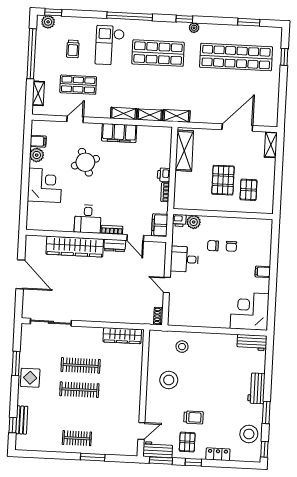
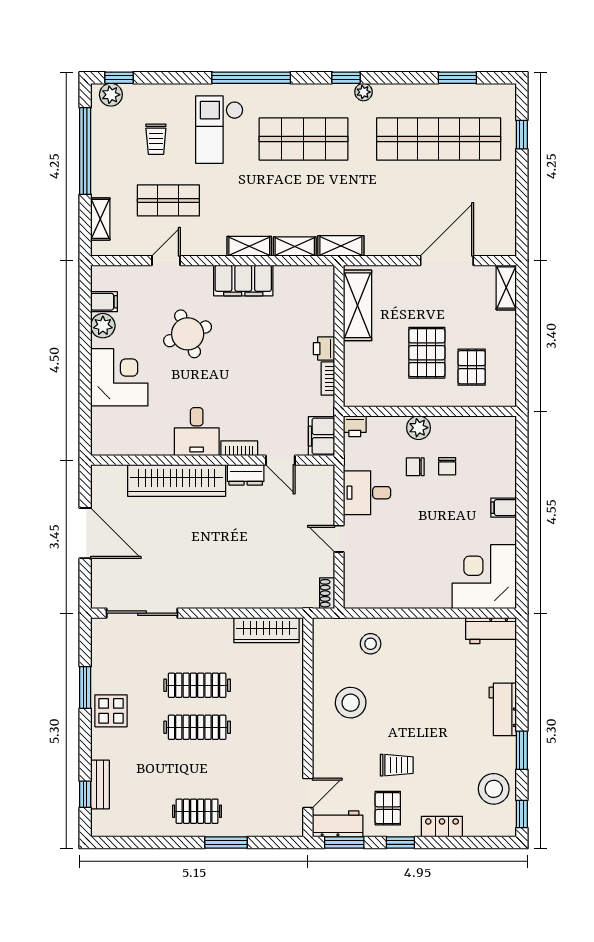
plant: (194, 222) -> (419, 428), moved

